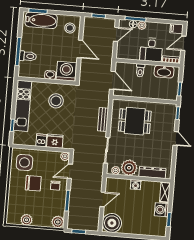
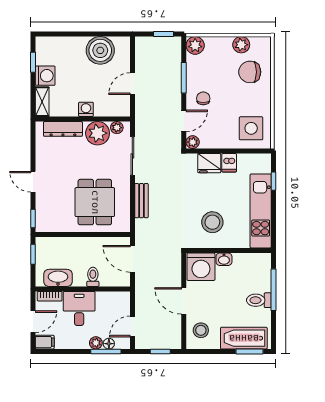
toilet: (28, 56) -> (259, 300), moved
dining table: (135, 121) -> (95, 202), turned 90
chair: (33, 183) -> (250, 72), moved
boiler: (112, 223) -> (100, 50), moved

